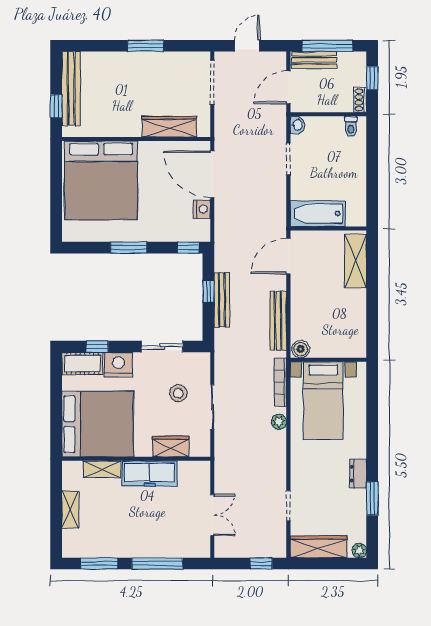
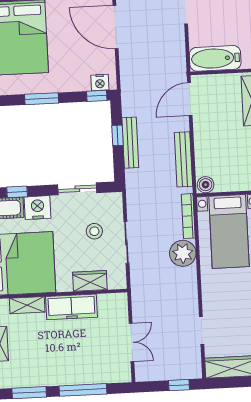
nightstand: (202, 209) -> (100, 82), moved, turned 90
plant: (279, 422) -> (183, 253), width x1.88, depth x1.88

